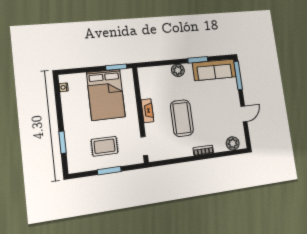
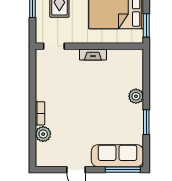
sofa: (214, 70) -> (117, 156), moved, turned 90
coffee table: (182, 118) -> (80, 93), removed
plant: (233, 143) -> (43, 134), moved

